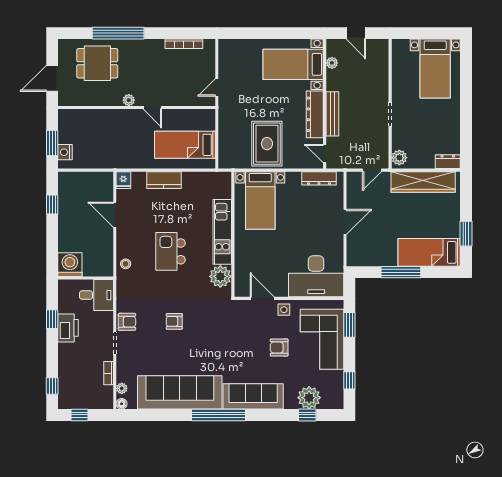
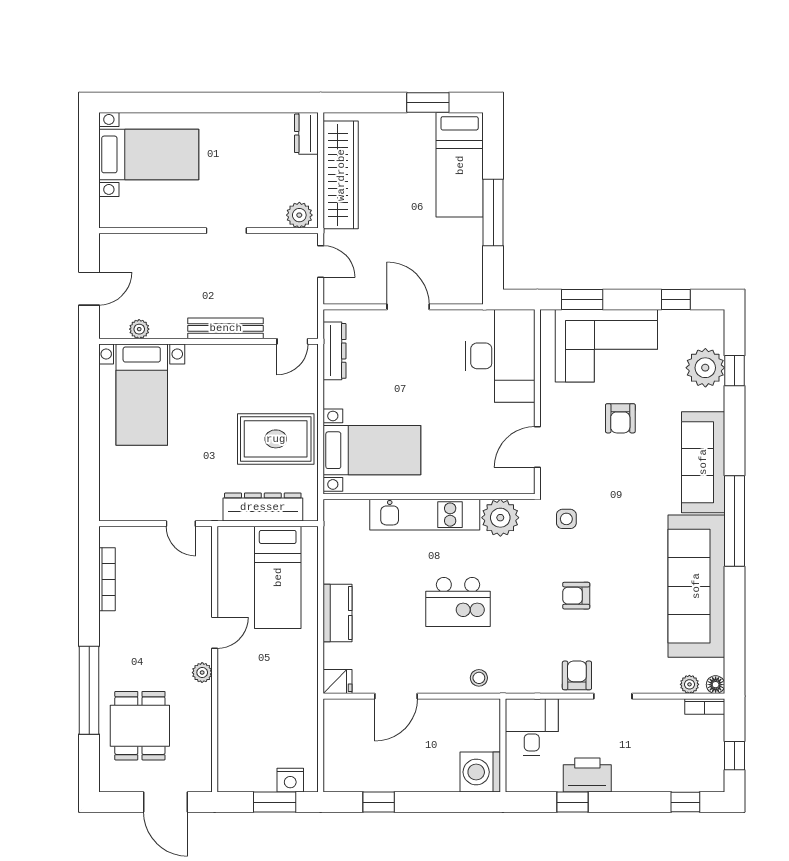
dresser: (315, 114) -> (263, 507), moved, turned 180
side table: (284, 310) -> (566, 519), moved
armchair: (174, 321) -> (576, 596), turned 90
bookcase: (109, 373) -> (705, 707), moved

